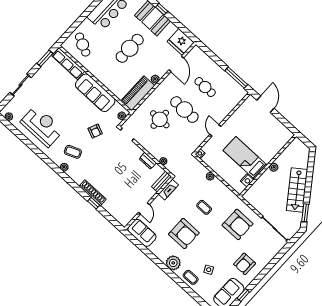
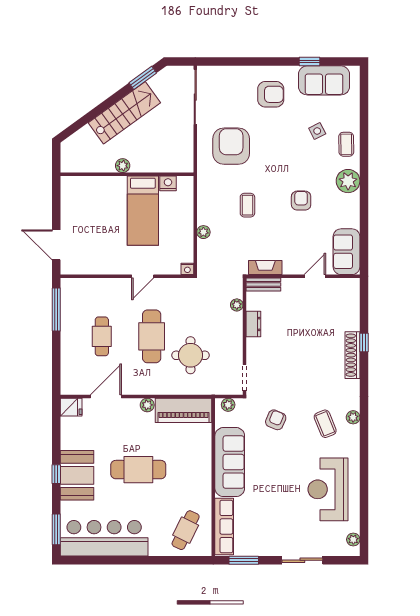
fridge: (181, 42) -> (71, 407), width x0.53, depth x0.75
door: (265, 104) -> (56, 245), hinge flipped
armchair: (184, 234) -> (301, 201), width x0.53, depth x0.53

